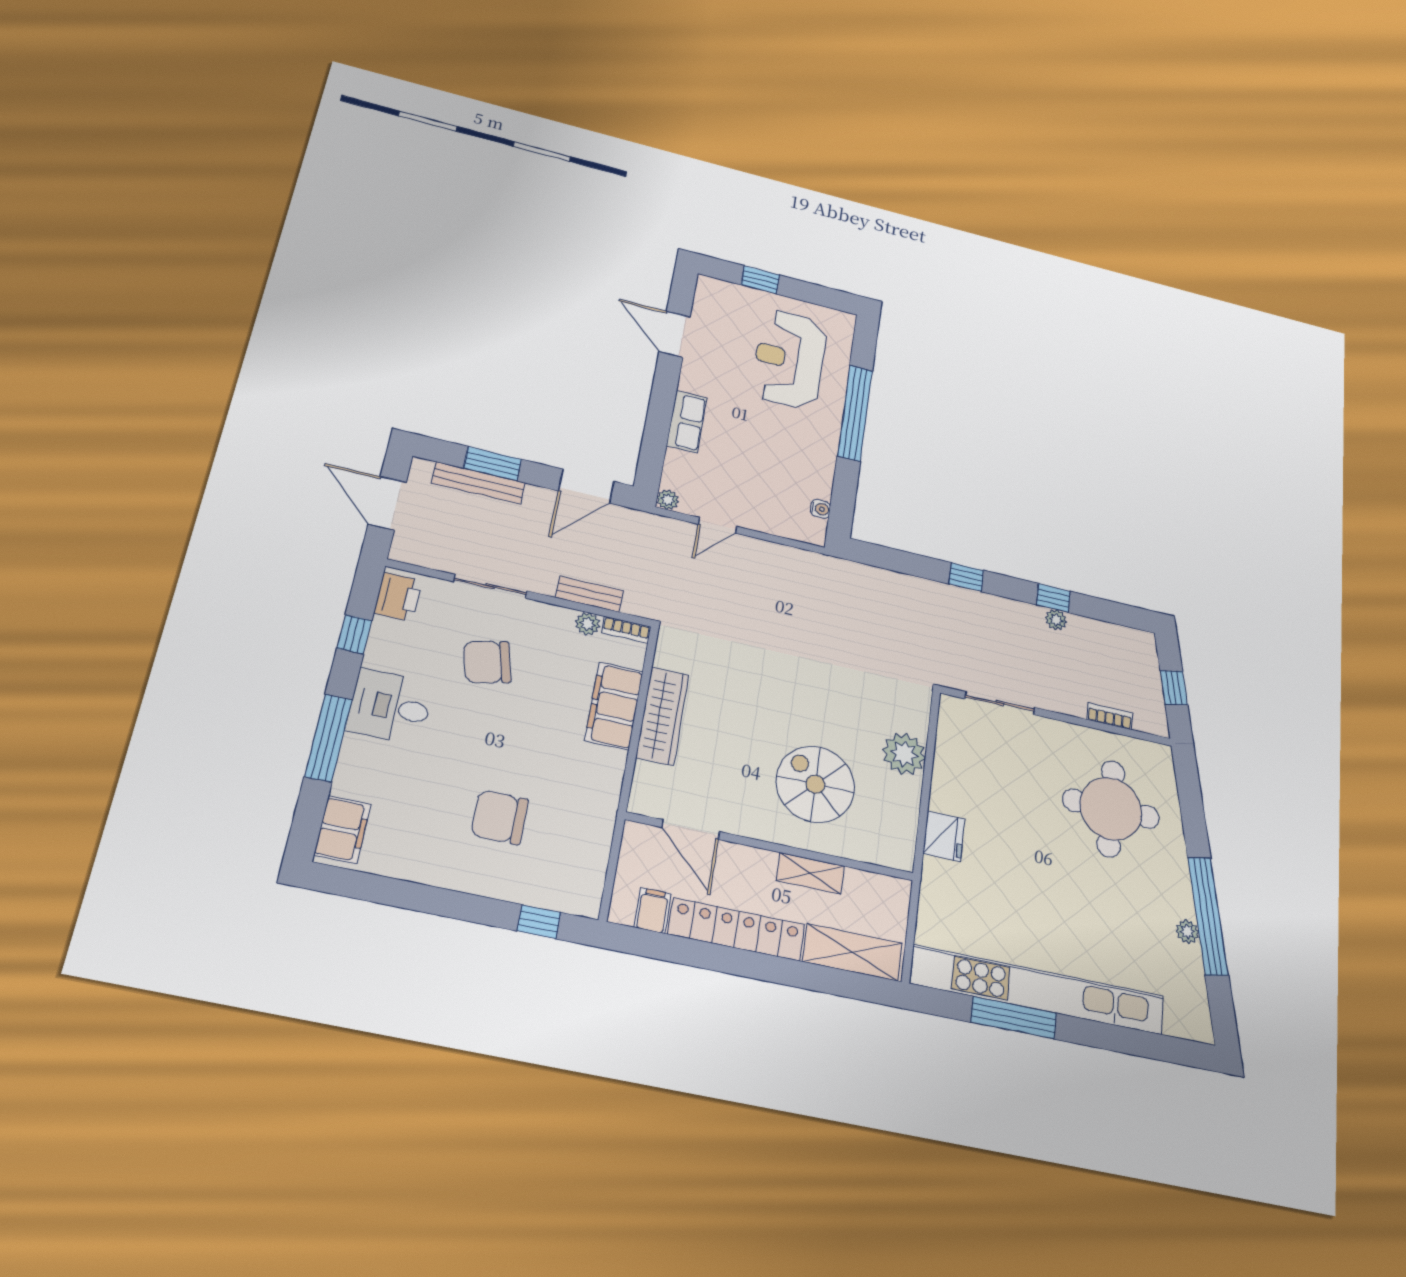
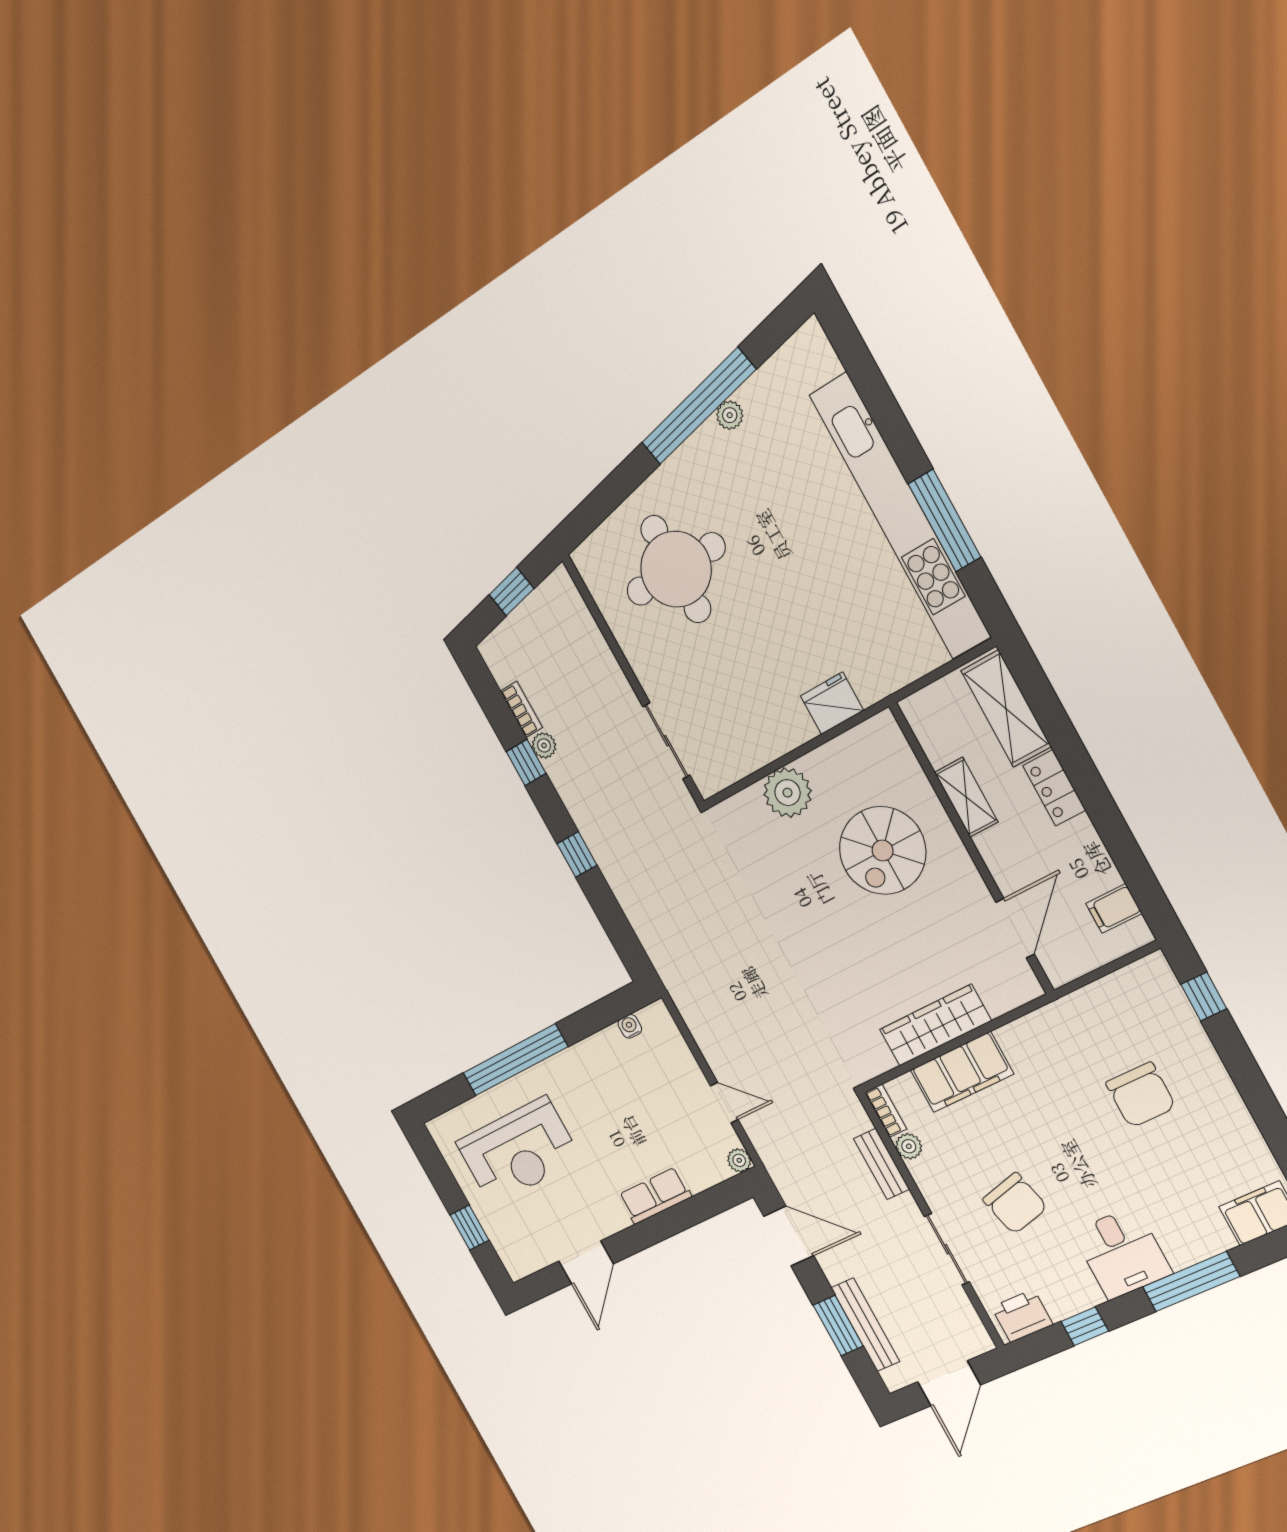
bookcase: (1110, 716) -> (521, 709), moved, turned 180
locker: (737, 929) -> (1054, 788), width x0.46, depth x0.83

